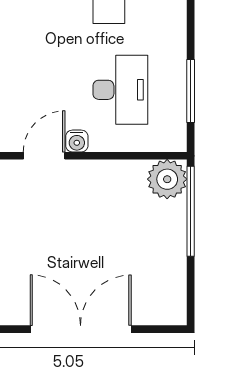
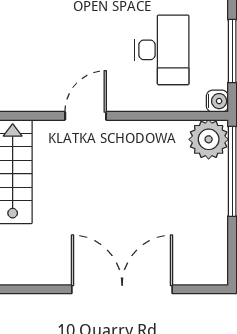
water cooler: (77, 141) -> (217, 101), moved, turned -90

